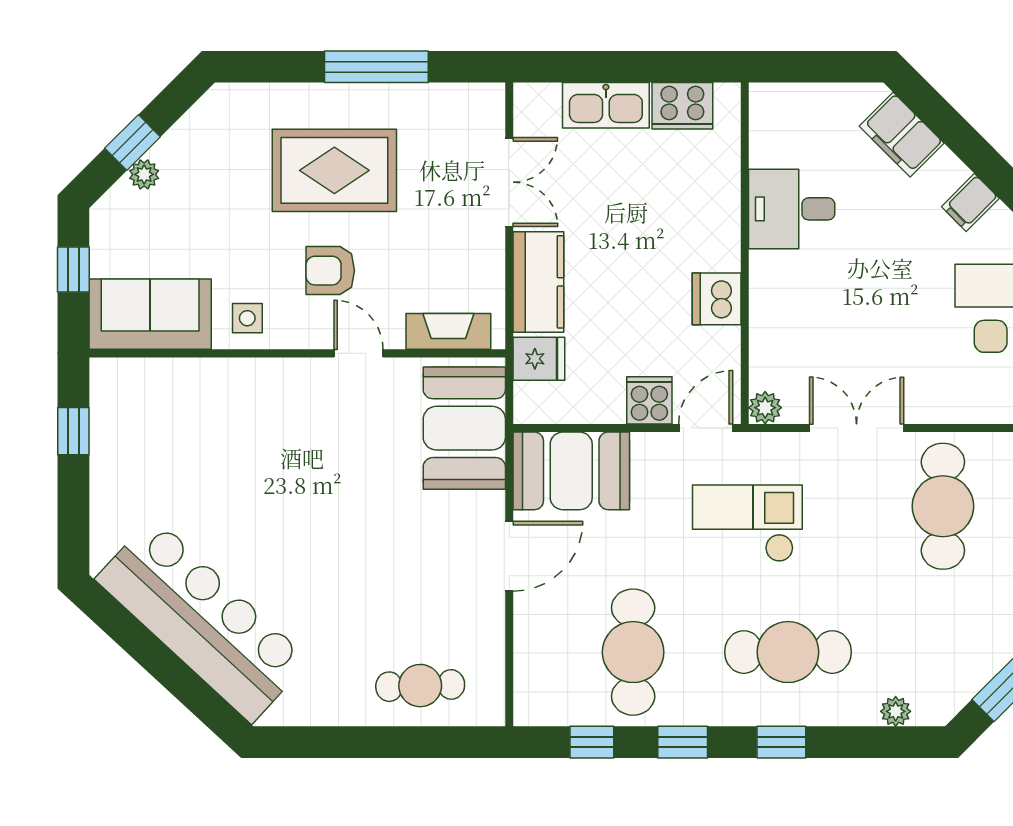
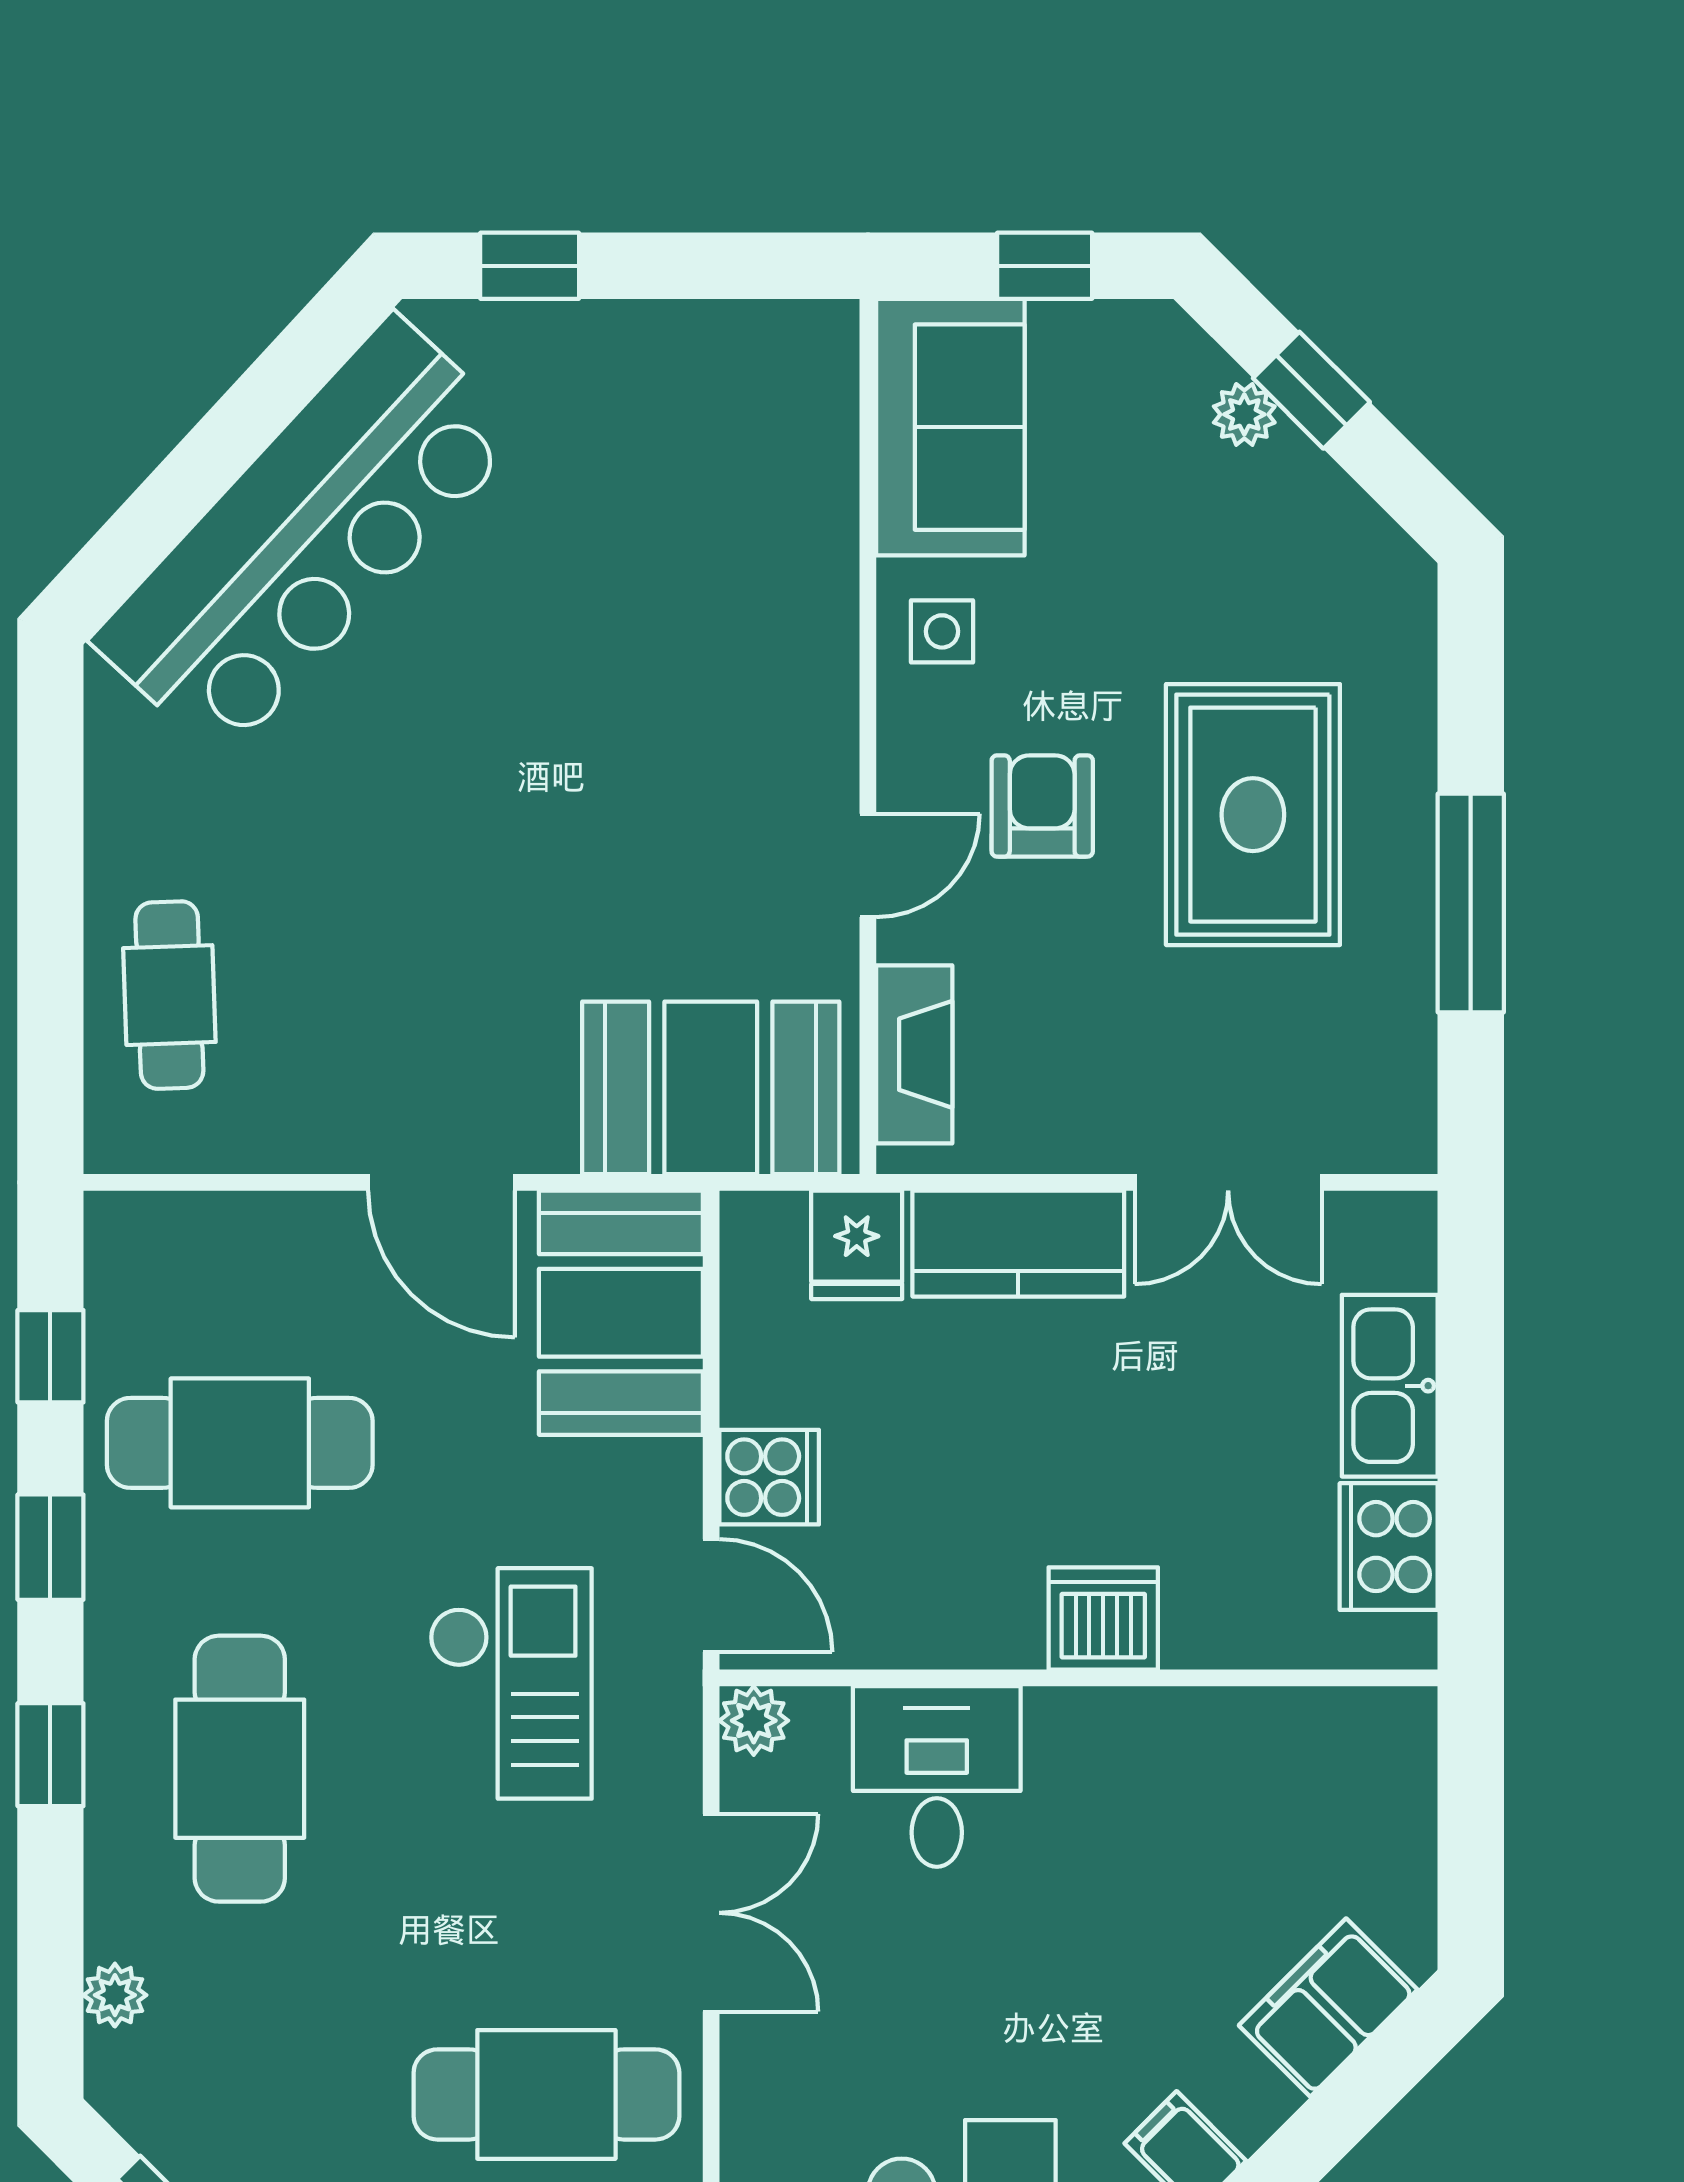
desk: (792, 209) -> (937, 1776), moved
dishwasher: (717, 299) -> (1103, 1618), moved
window: (73, 431) -> (530, 266), moved

